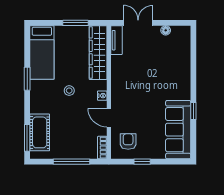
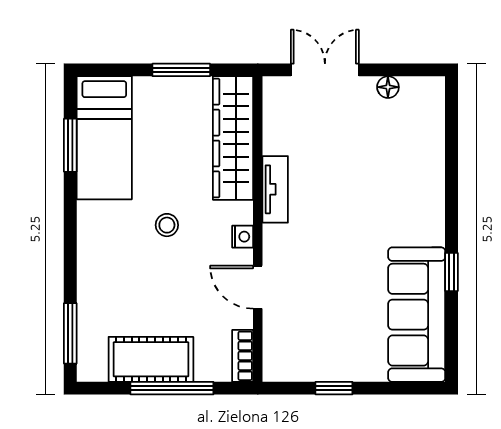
tv unit: (116, 40) -> (275, 189), moved
window: (27, 79) -> (70, 145), moved
cot: (40, 132) -> (151, 359), moved, turned 90
armchair: (128, 142) -> (302, 342), removed

